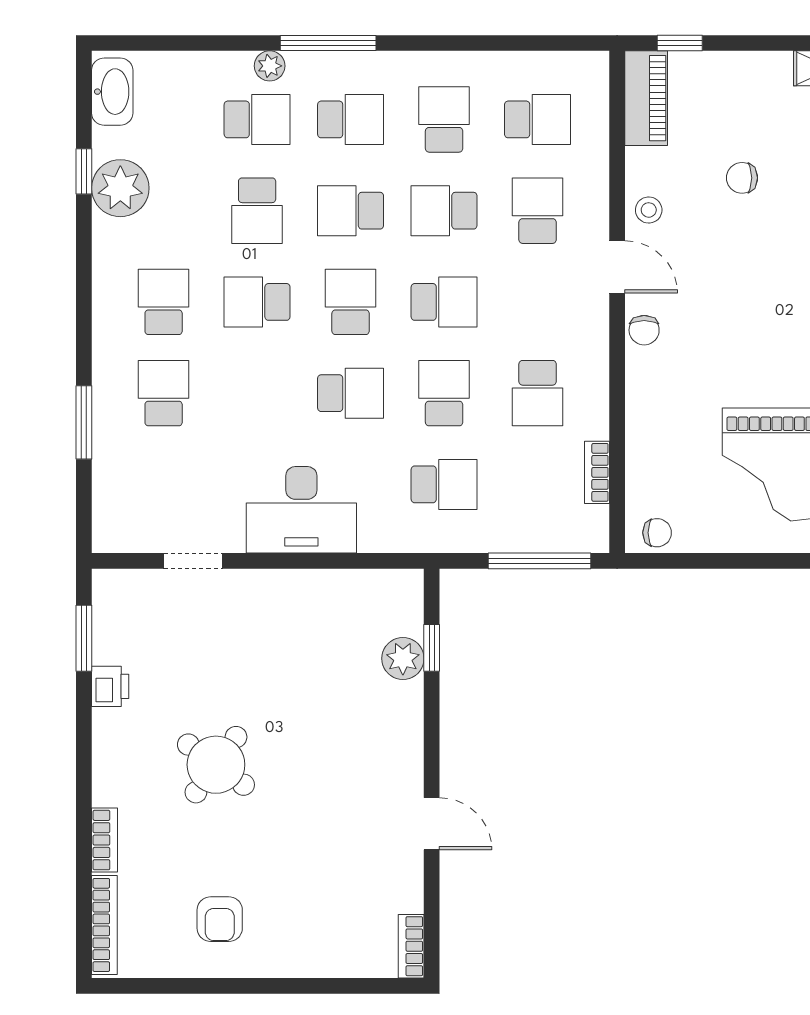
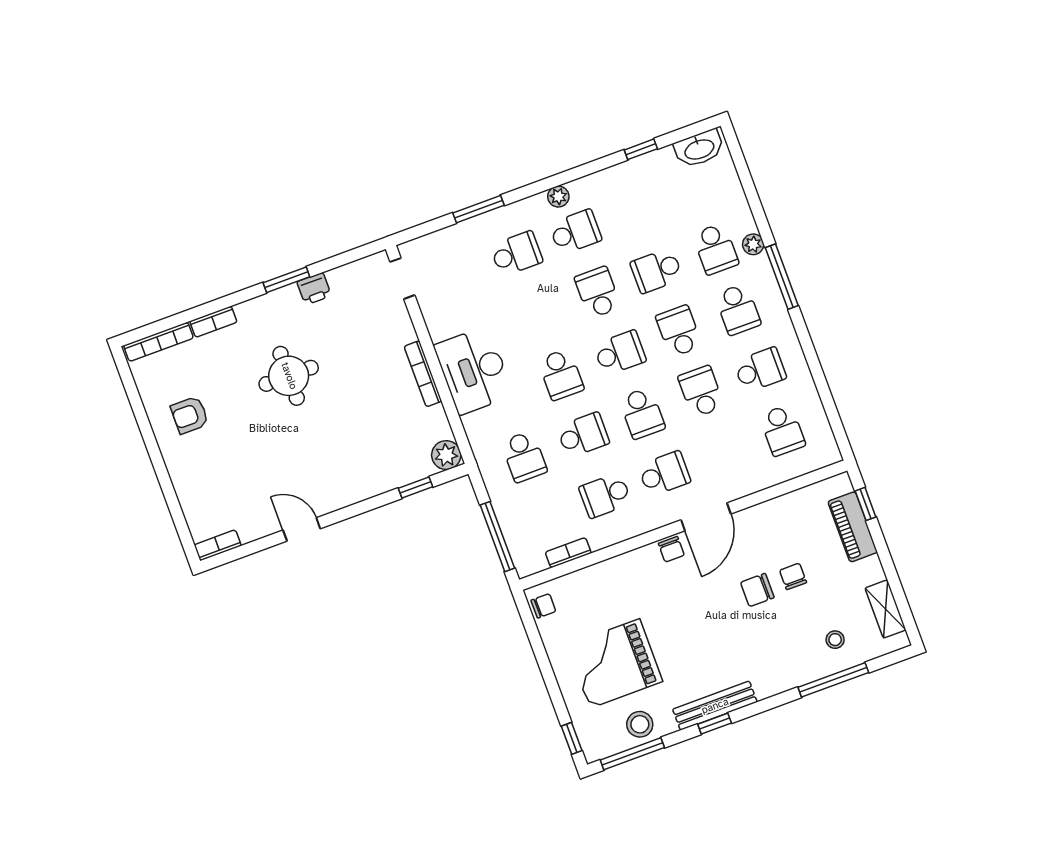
piano: (646, 98) -> (853, 527), moved, turned 90
plant: (120, 188) -> (558, 197), moved, width x0.53, depth x0.53
stool: (649, 210) -> (750, 524), removed
school desk: (538, 211) -> (664, 474), moved
chair: (743, 233) -> (757, 590), added
door: (617, 267) -> (706, 517), width x1.38
chair: (644, 330) -> (671, 549), turned -90
chair: (657, 533) -> (543, 606), turned -90
doorway: (193, 561) -> (402, 278), moved
bookcase: (280, 581) -> (423, 374), added
window: (84, 638) -> (286, 280), moved
plant: (403, 658) -> (446, 455), moved
round table: (216, 765) -> (289, 376), turned -36
door: (432, 824) -> (302, 529), swing flipped

